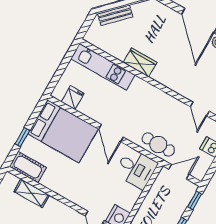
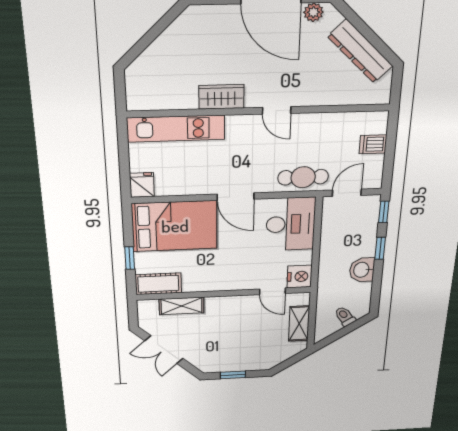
bench: (115, 15) -> (151, 57), removed
fridge: (73, 98) -> (142, 185), moved
door: (200, 109) -> (277, 110), moved
desk: (136, 168) -> (291, 224), width x1.37

